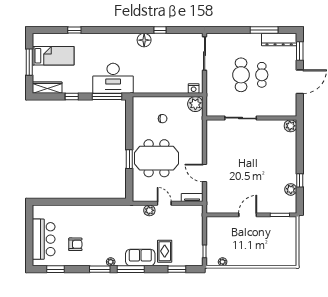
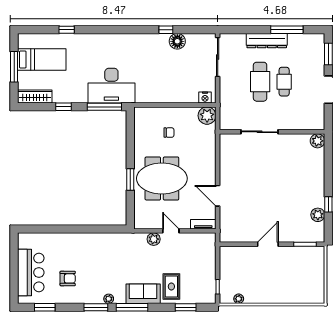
floor lamp: (144, 40) -> (177, 41), moved
dresser: (279, 40) -> (267, 41), moved

